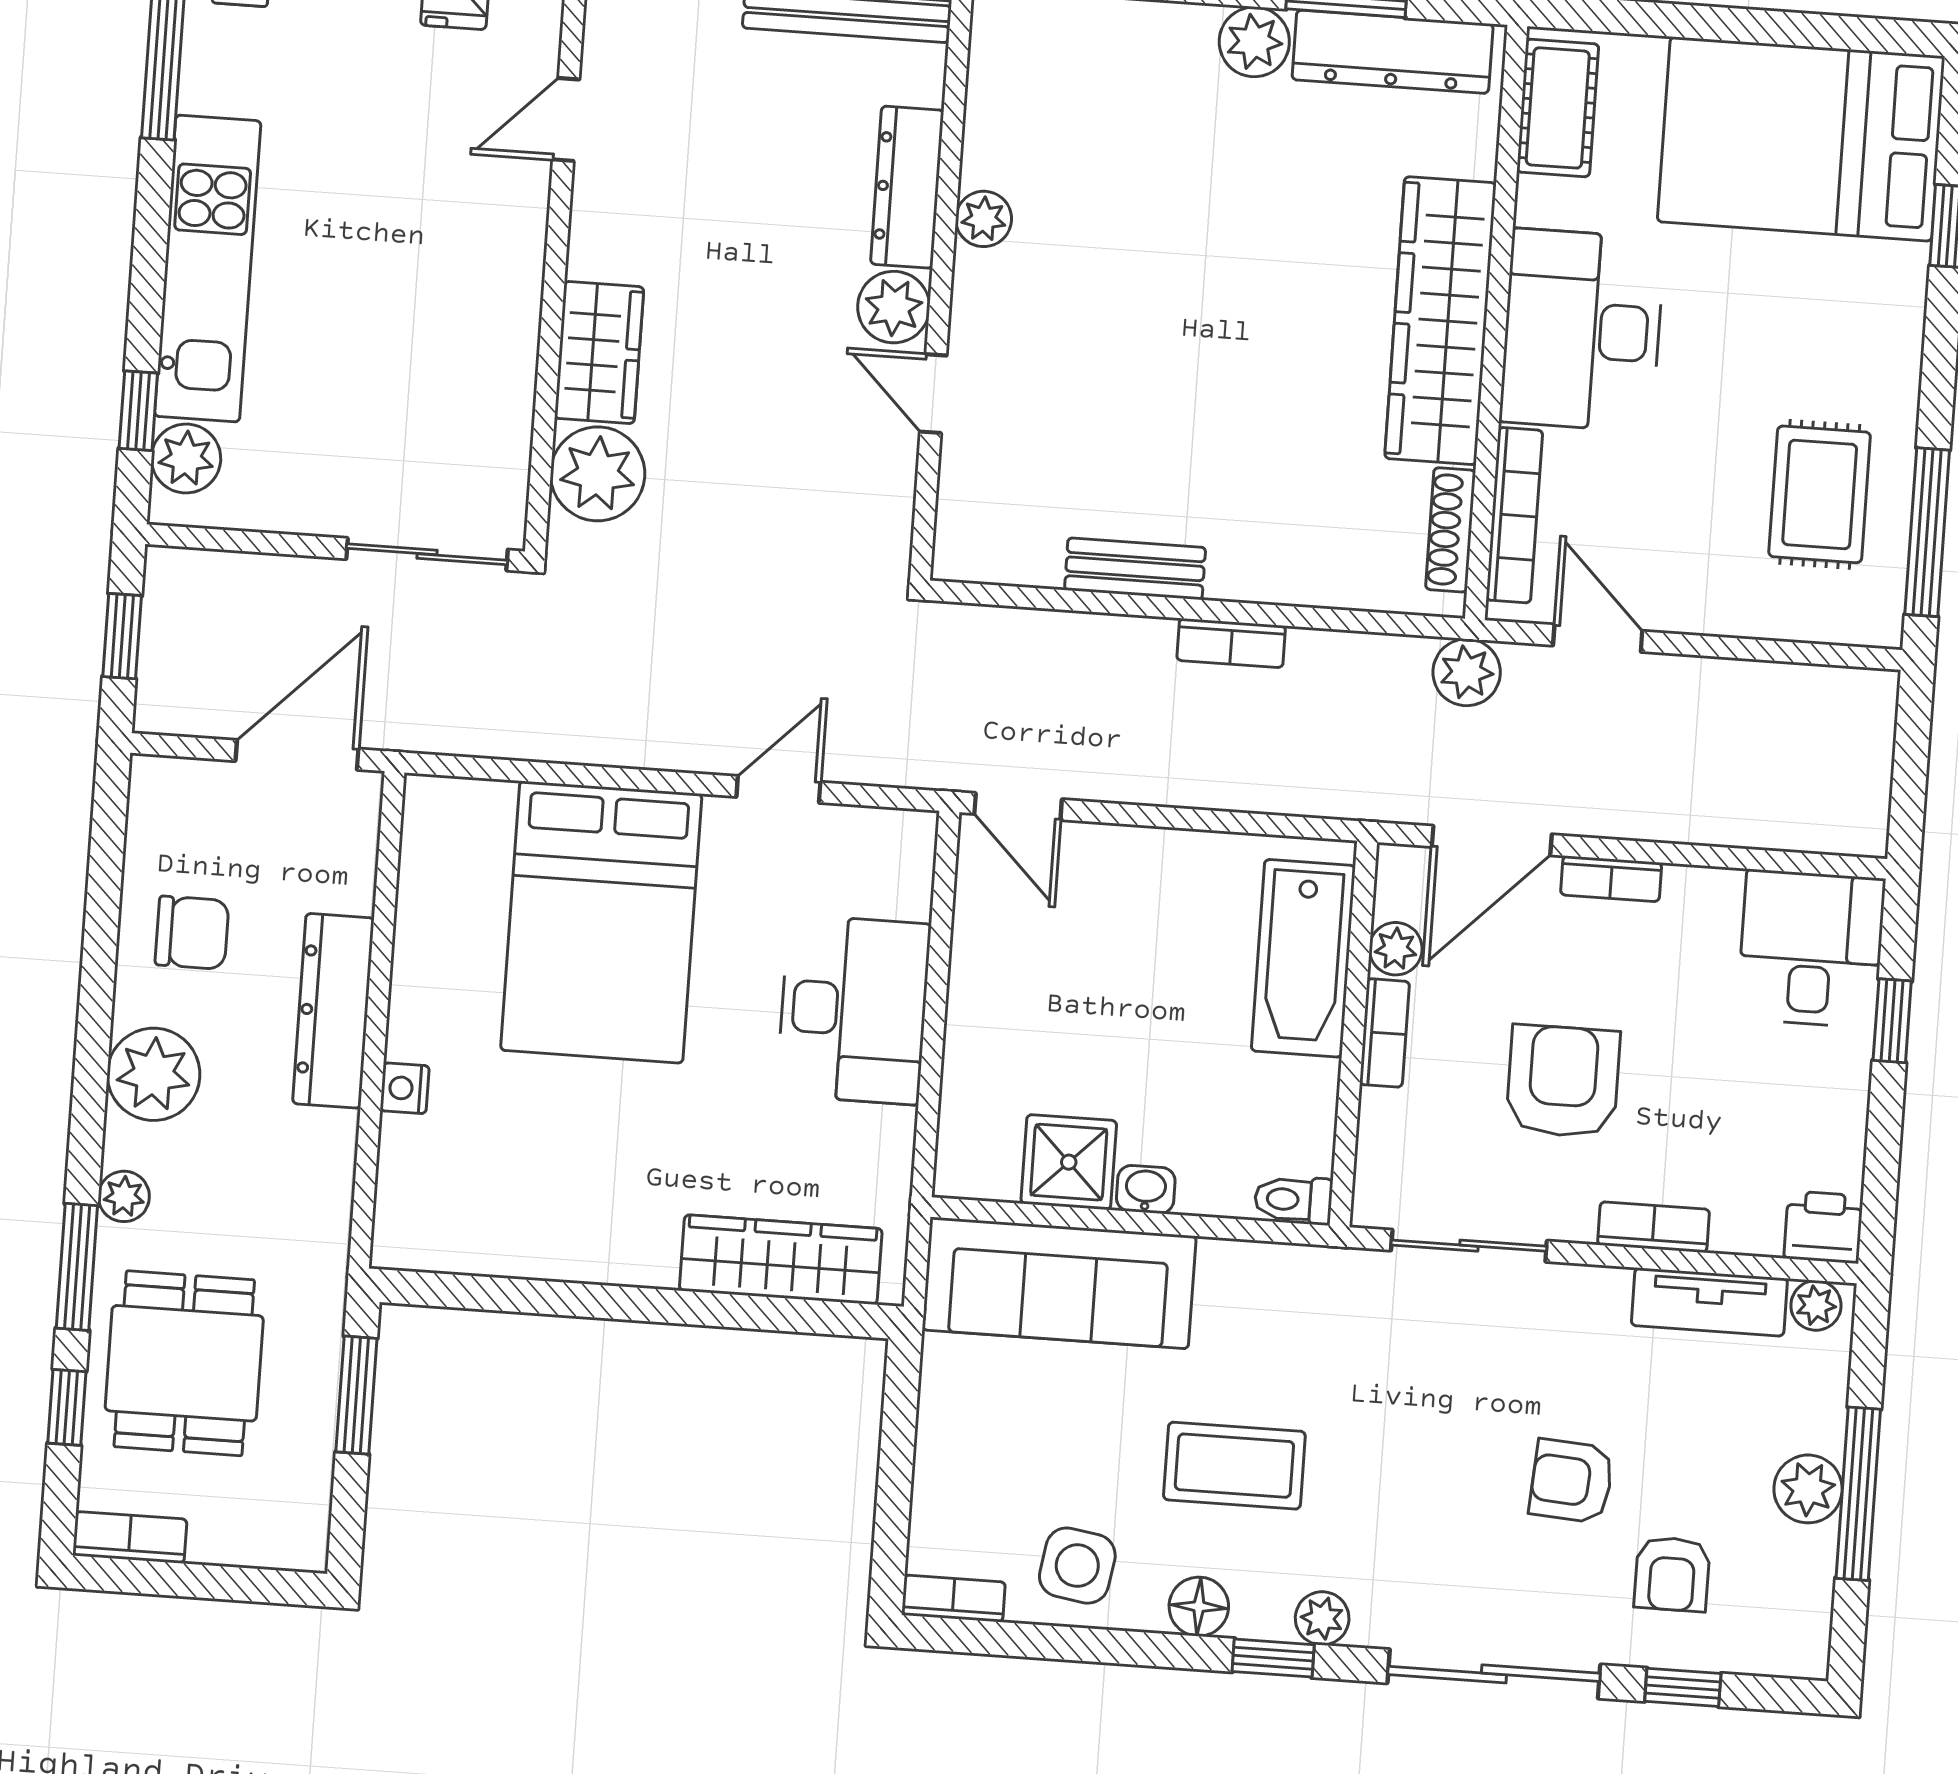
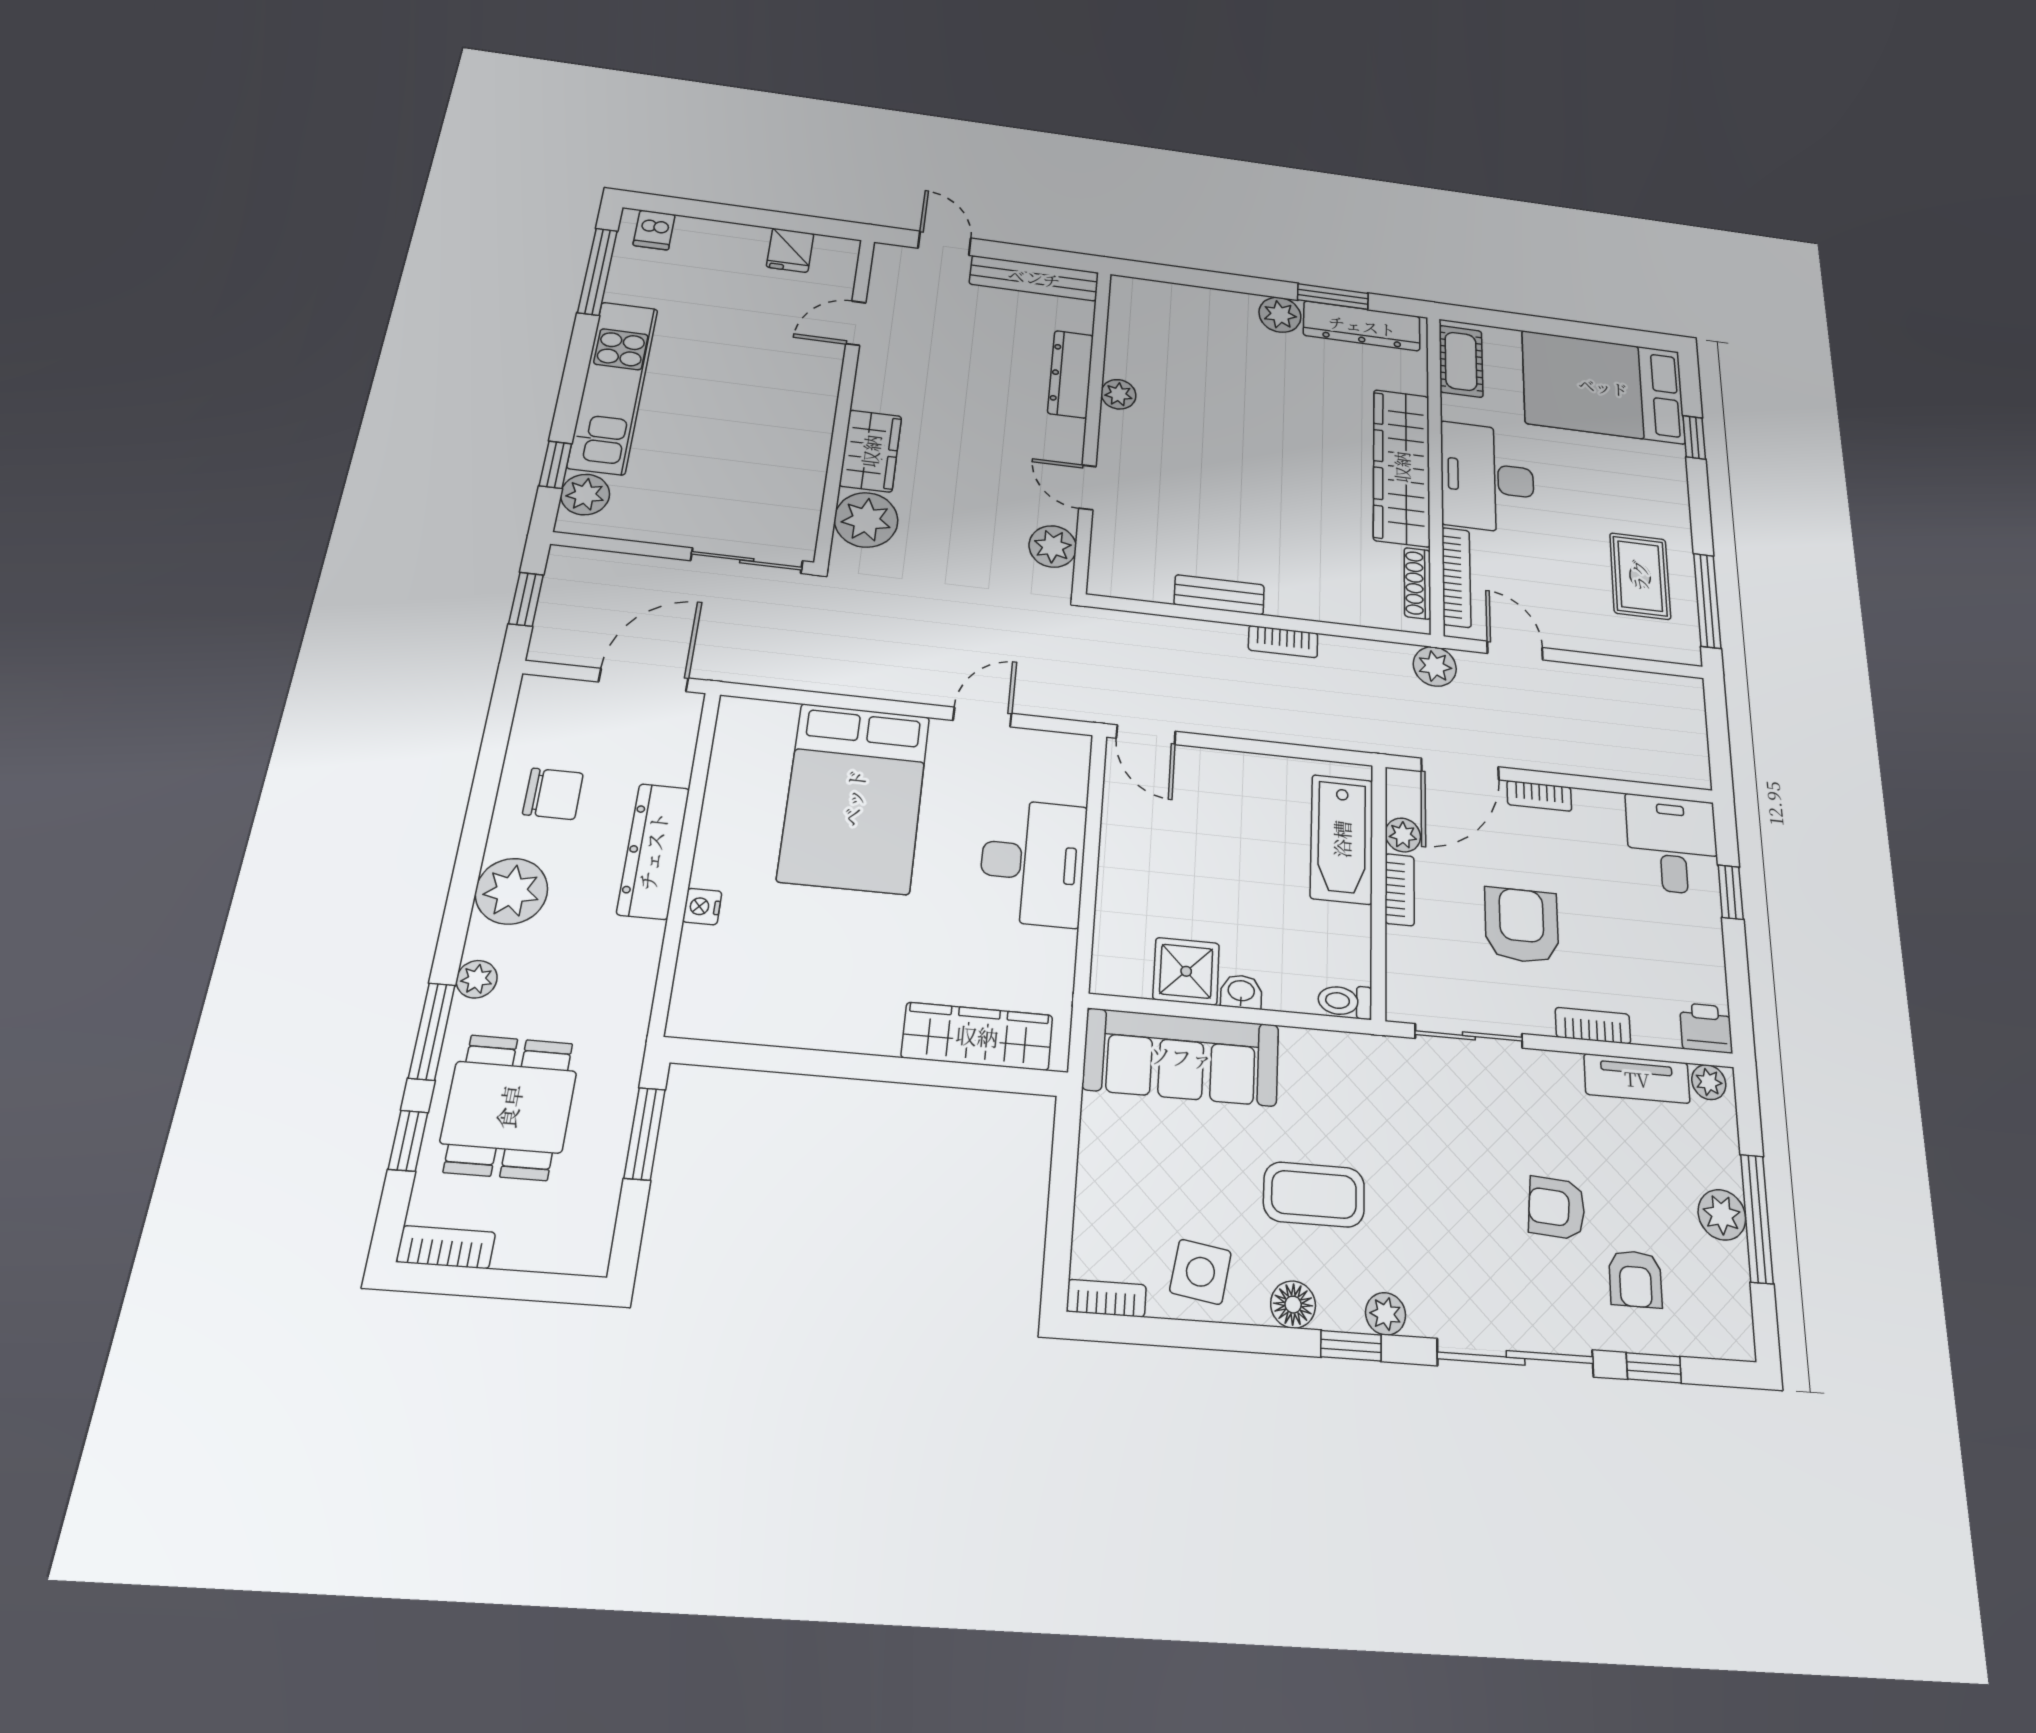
plant: (894, 307) -> (1053, 546), moved

